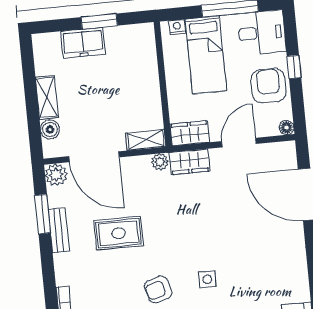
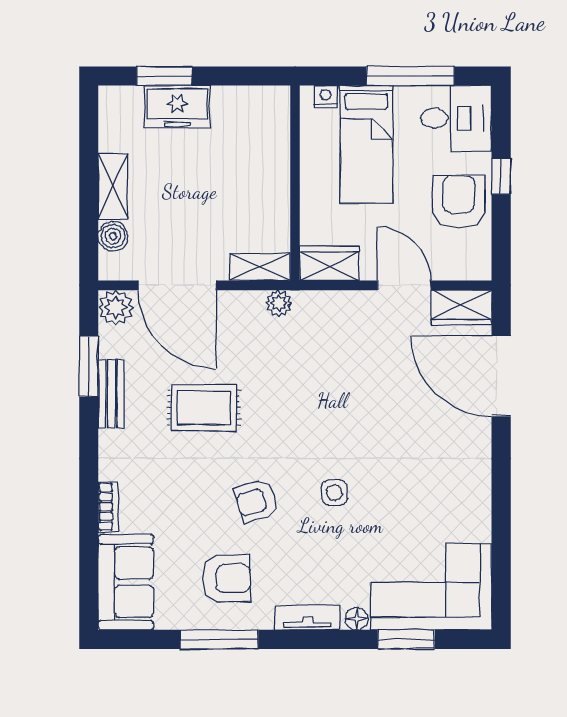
window: (99, 21) -> (164, 76), moved
floor lamp: (287, 128) -> (480, 269), removed
door: (239, 143) -> (404, 285), hinge flipped
wardrobe: (190, 162) -> (461, 308), moved

